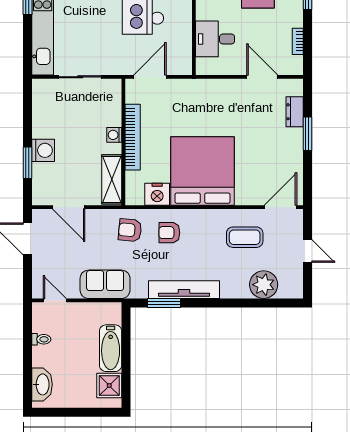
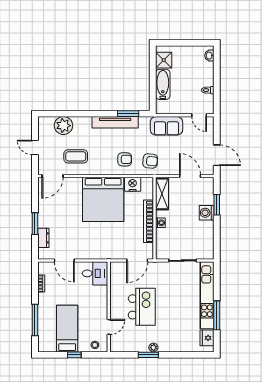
desk: (215, 39) -> (95, 273), moved
washbasin: (42, 384) -> (209, 56), width x0.52, depth x0.69

